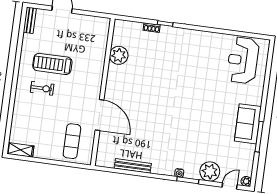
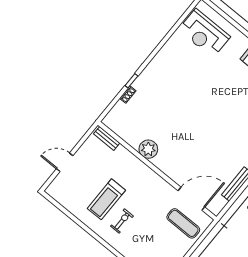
bench: (30, 20) -> (107, 138), moved
plant: (119, 55) -> (148, 149), moved
door: (100, 115) -> (191, 199), moved

